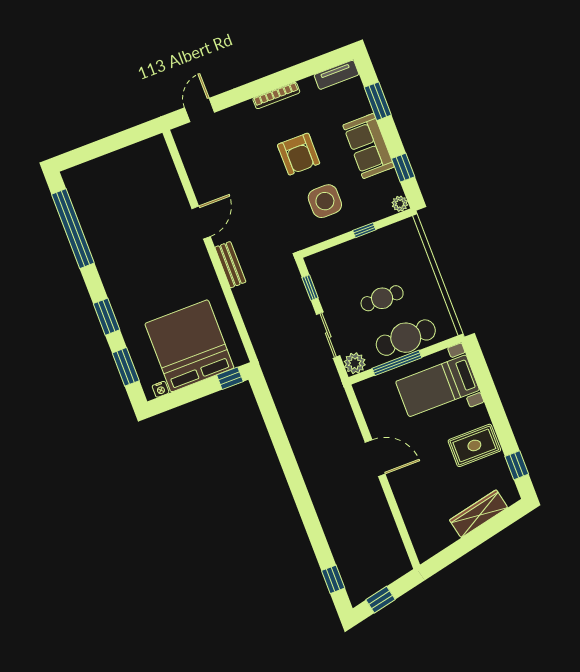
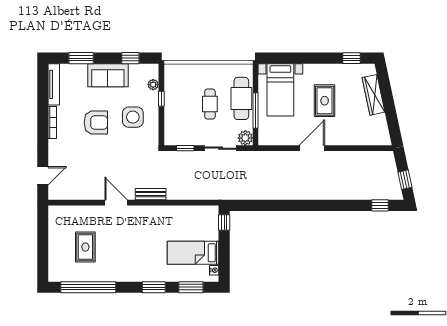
tv unit: (336, 75) -> (54, 84), width x1.41
door: (200, 110) -> (43, 176), swing flipped
rug: (126, 204) -> (85, 247), added
plant: (400, 204) -> (153, 85), moved
bed: (189, 346) -> (193, 253), width x0.49
rug: (474, 445) -> (325, 101), moved

